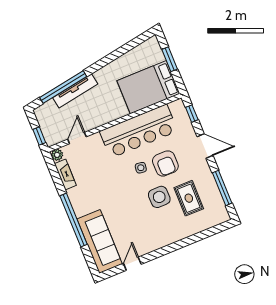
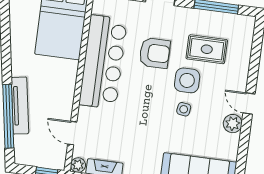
side table: (141, 168) -> (184, 109), moved
plant: (147, 246) -> (233, 124), added
door: (132, 264) -> (249, 103), moved

